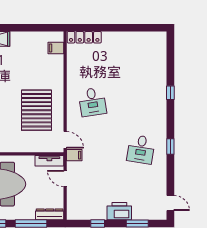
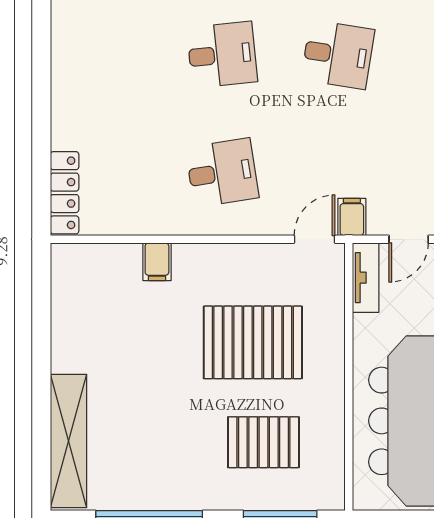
filing cabinet: (56, 48) -> (157, 262), moved
desk: (141, 102) -> (222, 55), added
pallet: (37, 110) -> (253, 342), moved

